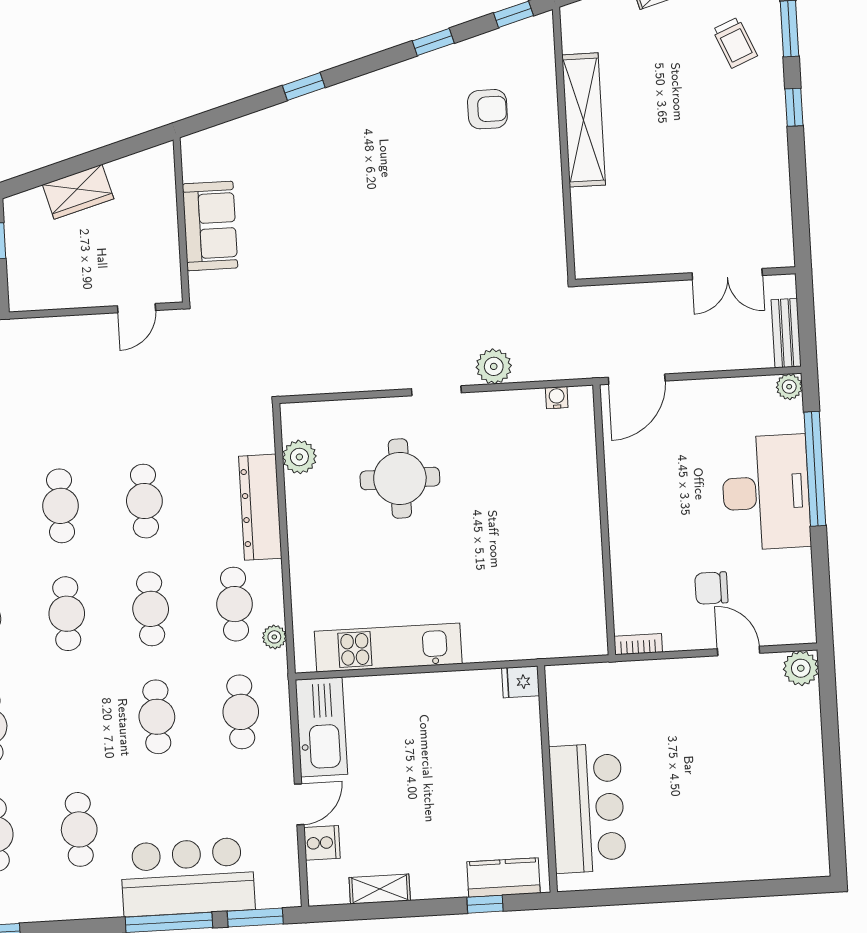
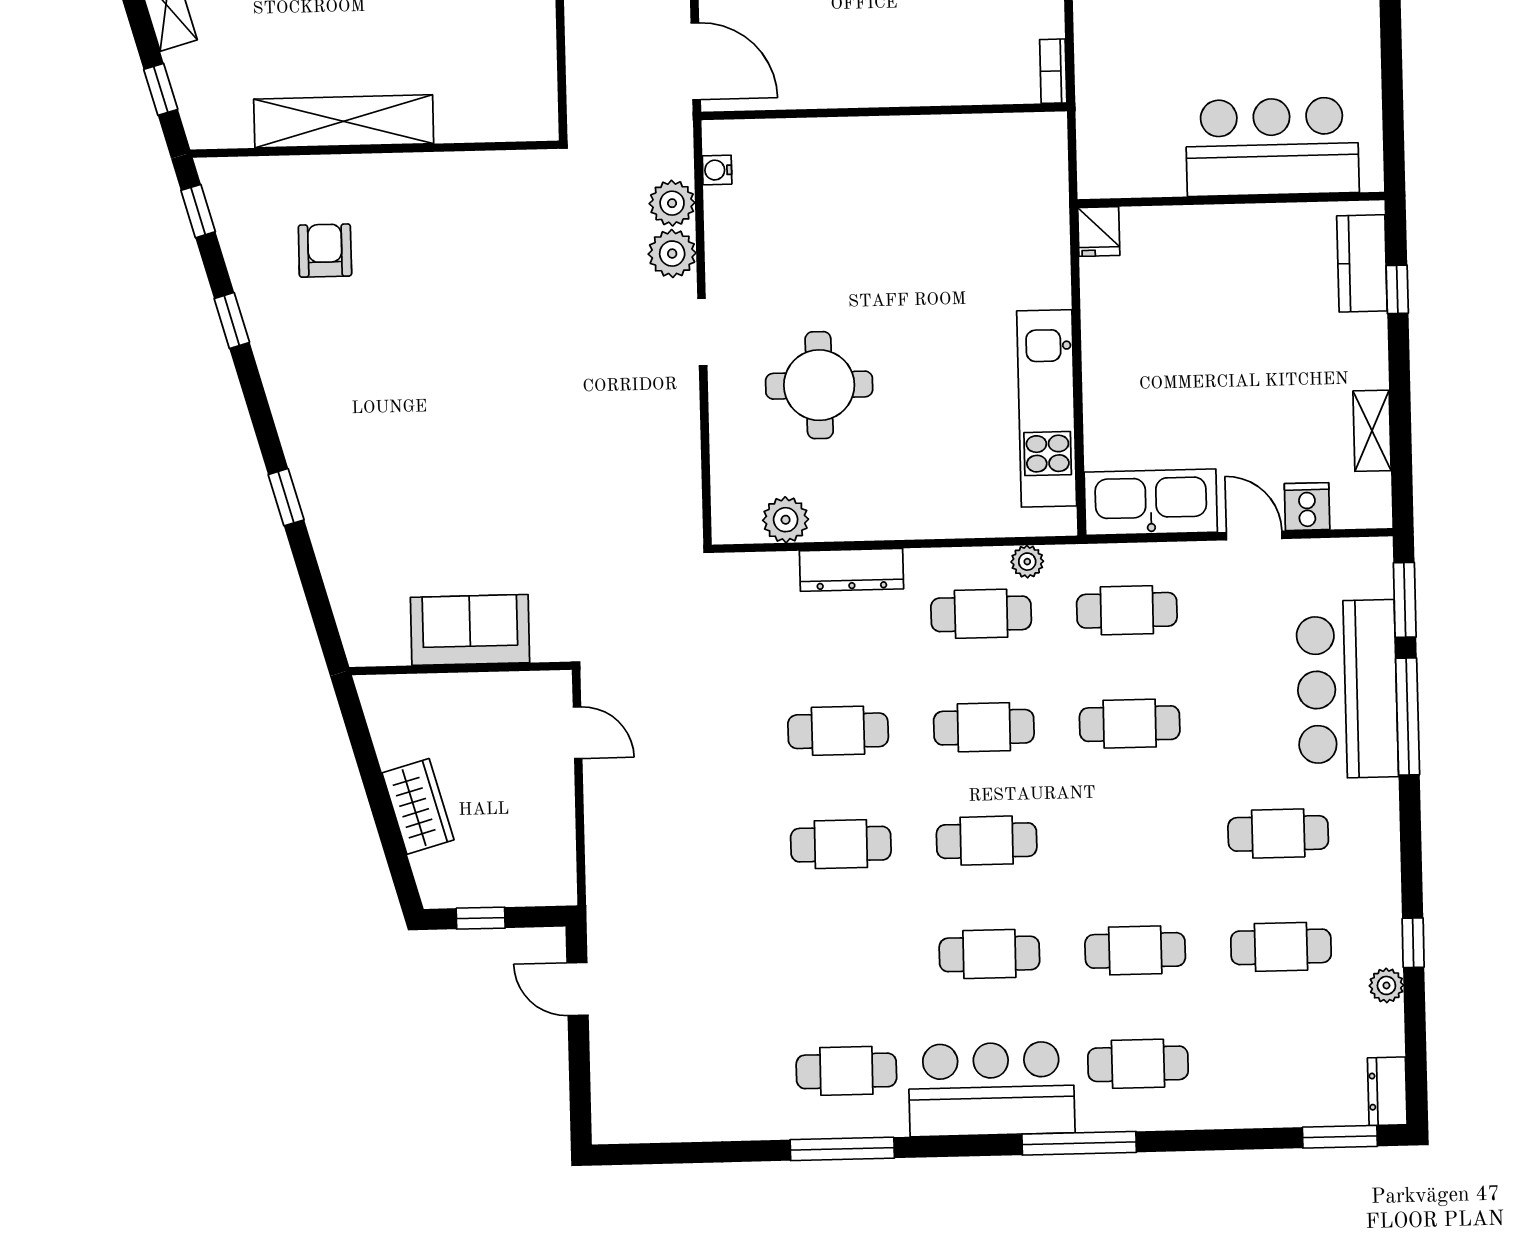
plant: (531, 365) -> (672, 203), added
dresser: (260, 507) -> (851, 570), width x0.73, depth x0.80

